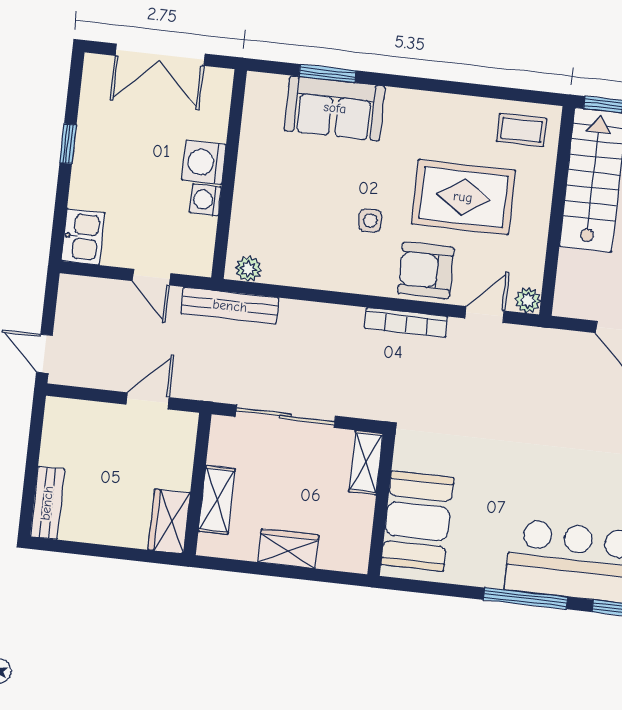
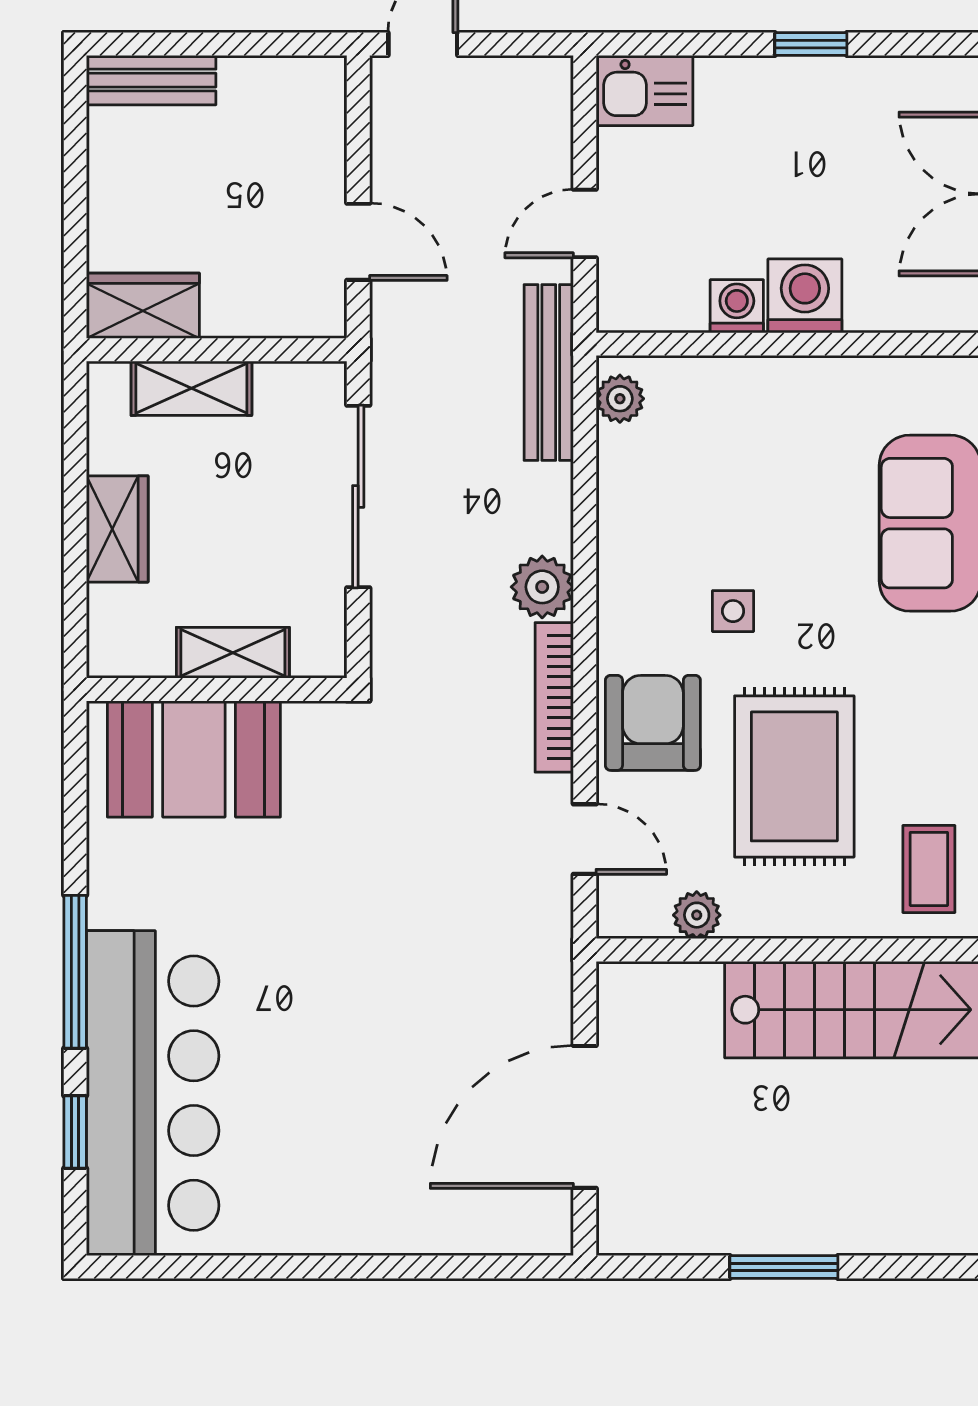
plant: (528, 300) -> (697, 915), moved
plant: (346, 322) -> (542, 587), added
shelving: (366, 463) -> (233, 653), moved

